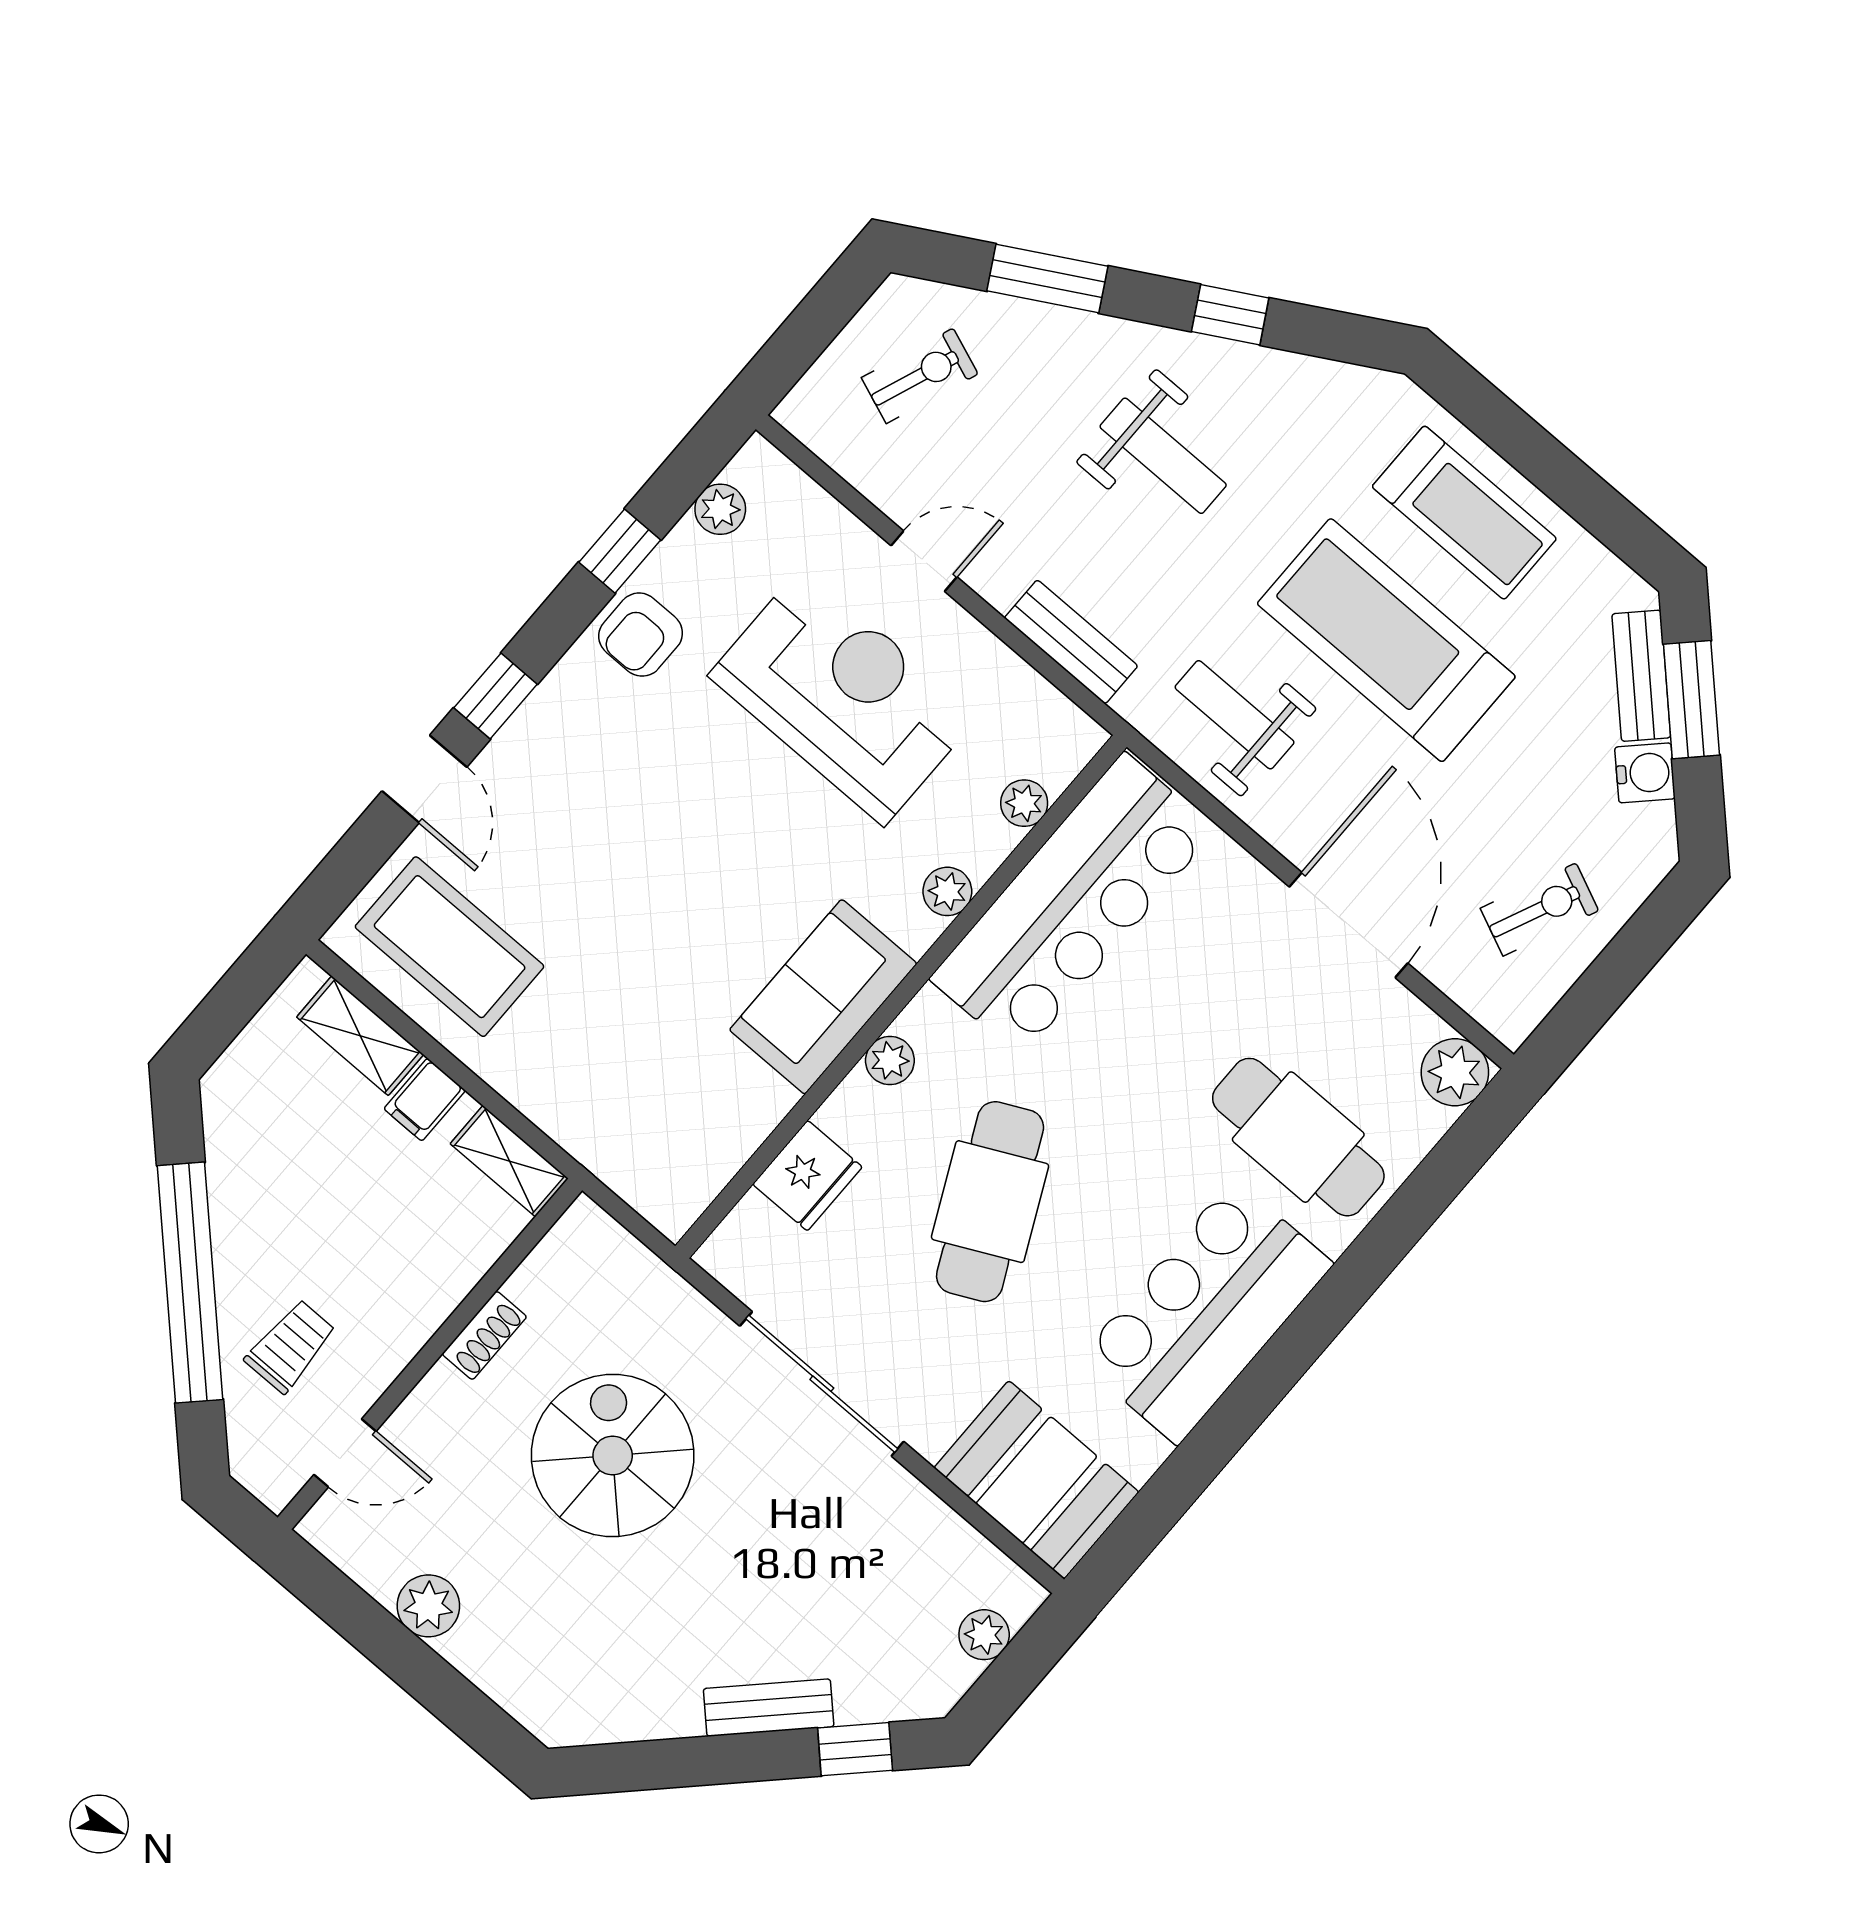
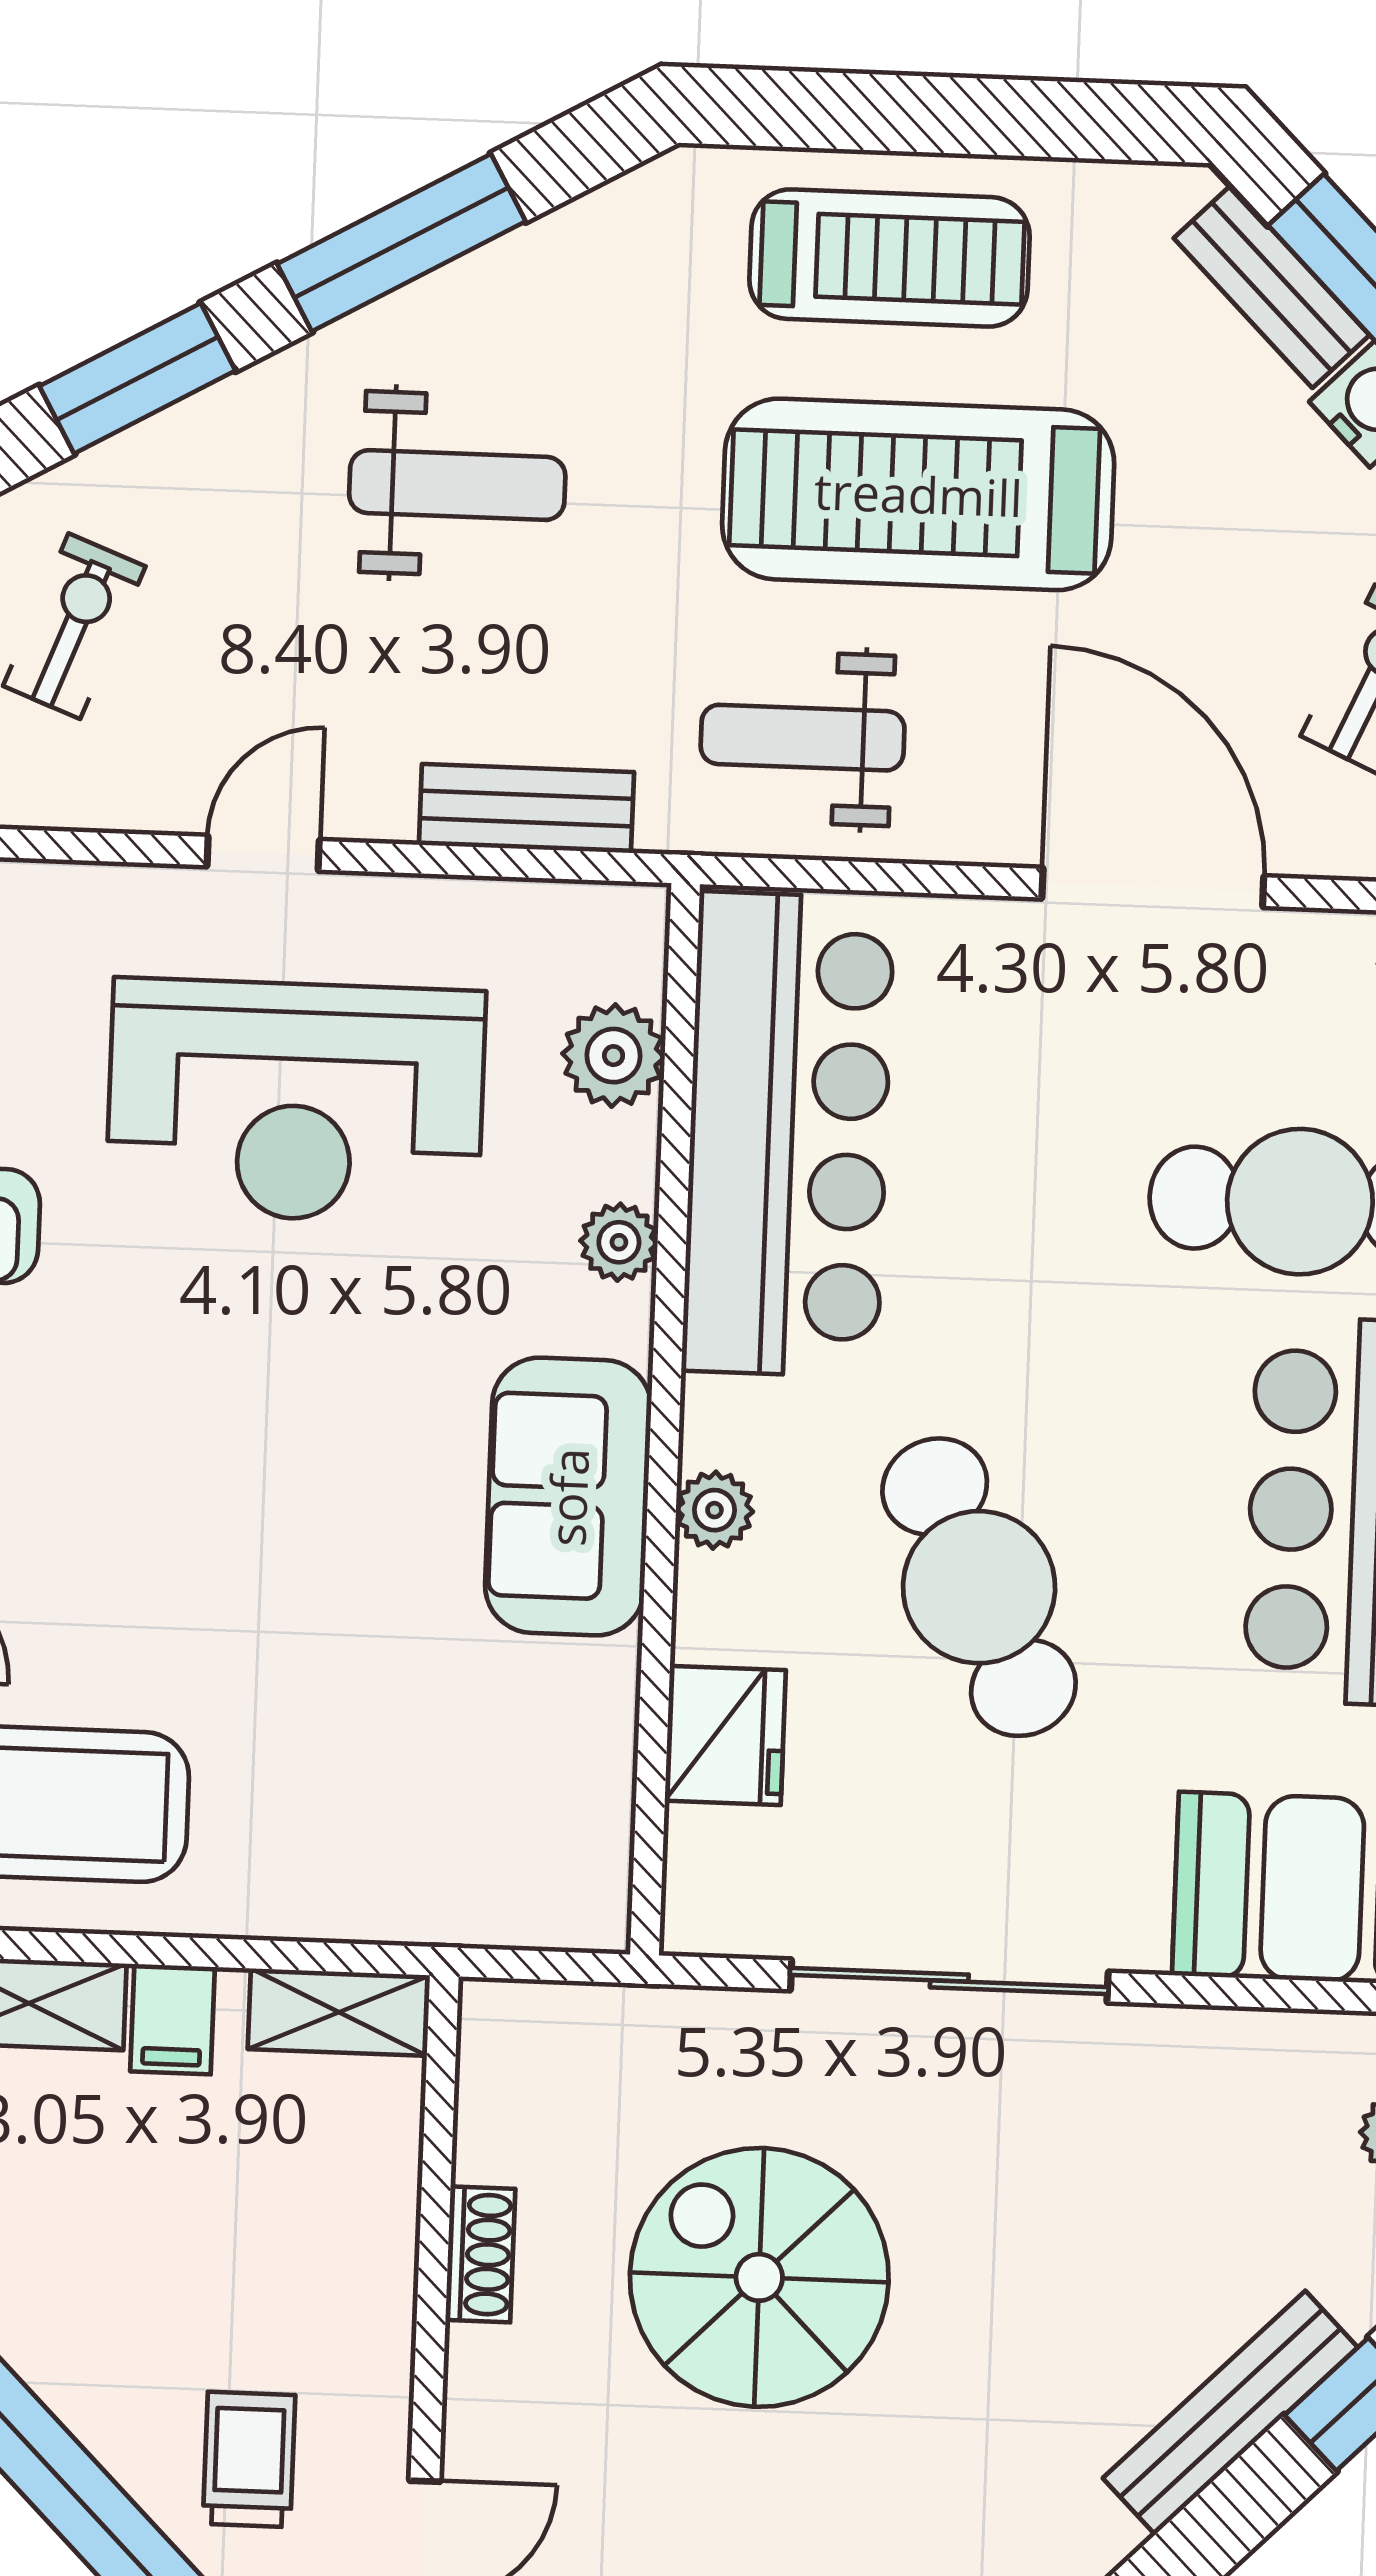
window: (1230, 315) -> (401, 243), width x2.17
reception desk: (843, 696) -> (296, 1101), turned 180
plant: (1024, 803) -> (614, 1056), width x1.38, depth x1.38
bench: (769, 1708) -> (1230, 2413), width x1.36

